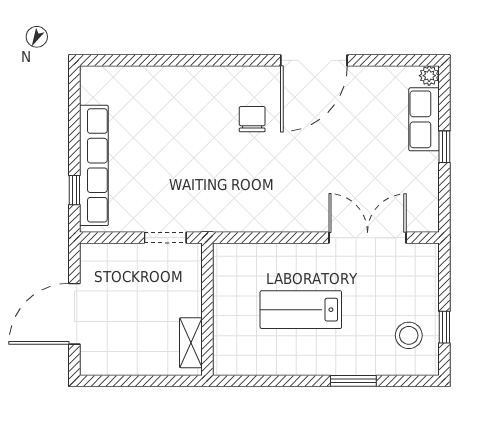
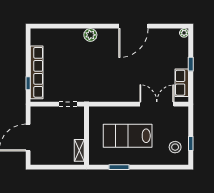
plant: (216, 80) -> (90, 35), added
chair: (252, 119) -> (106, 52), removed
row of seats: (424, 119) -> (182, 83), moved
lab bench: (301, 310) -> (128, 136), width x1.36, depth x1.39
window: (353, 381) -> (119, 167), moved

